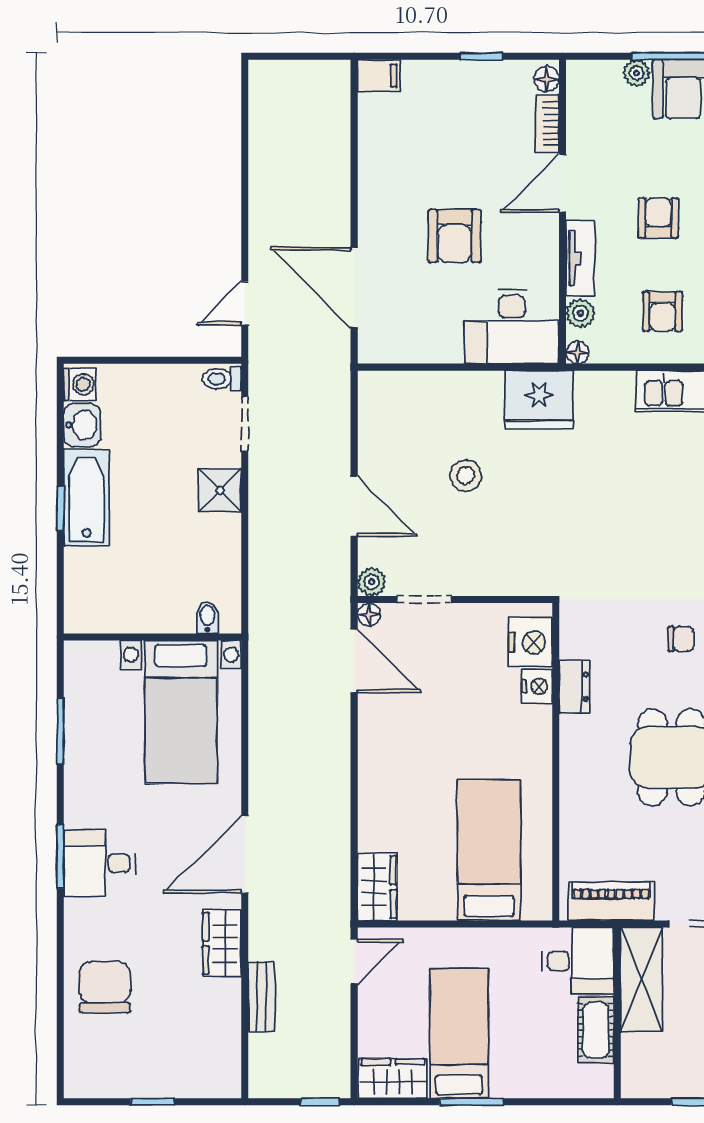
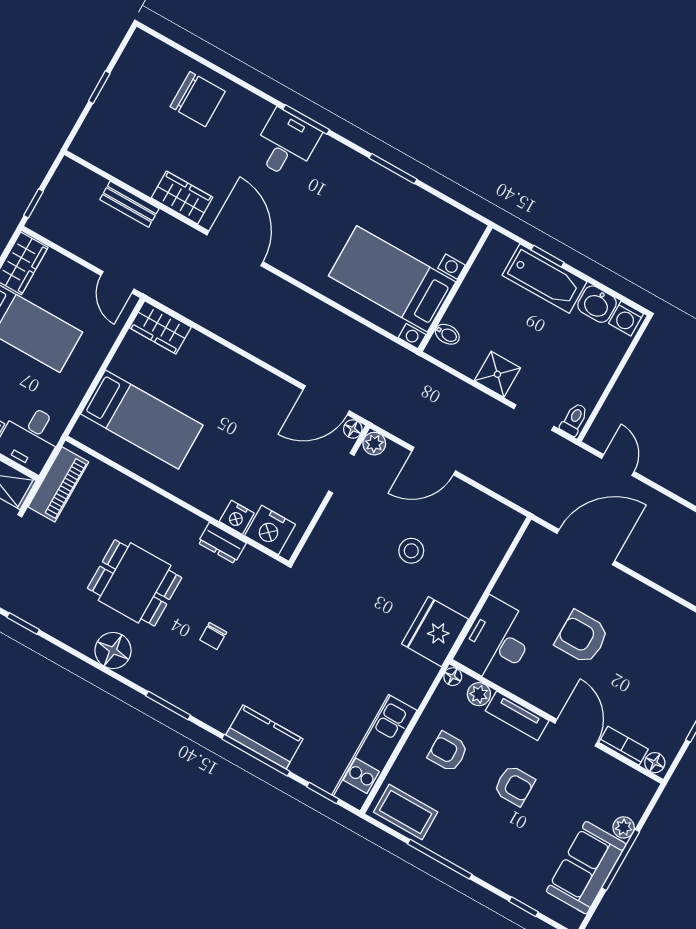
bidet: (207, 618) -> (447, 334), moved
wall: (153, 637) -> (455, 289), moved
bed with nightstands: (181, 712) -> (392, 279), moved

